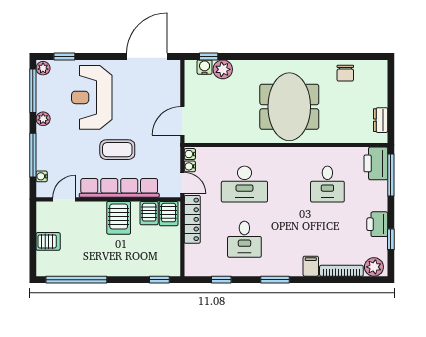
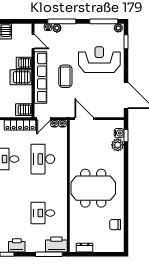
plant: (43, 119) -> (57, 28), moved
server rack: (149, 213) -> (24, 63), moved

